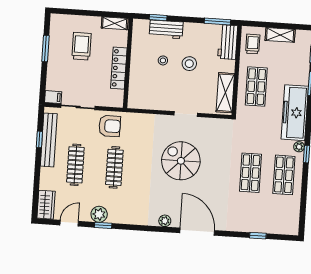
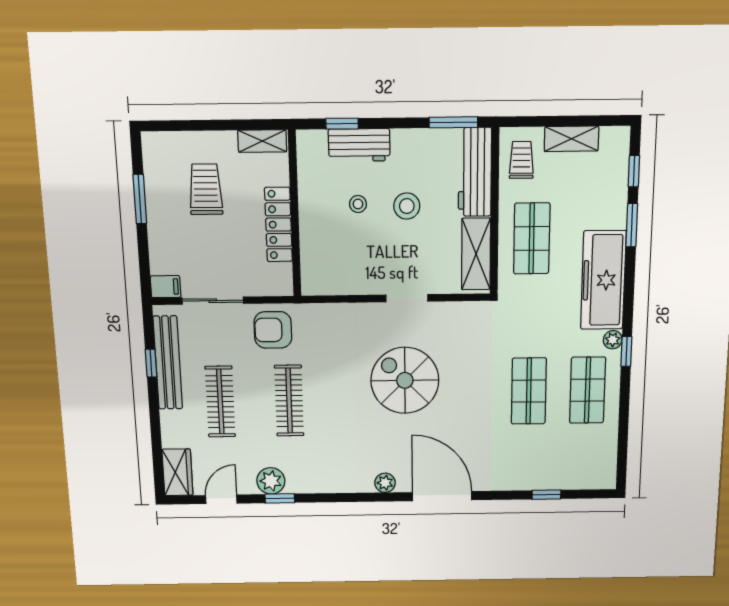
workbench: (228, 42) -> (475, 172), width x1.38
armchair: (110, 126) -> (273, 330), turned 180

